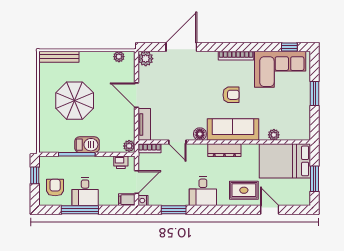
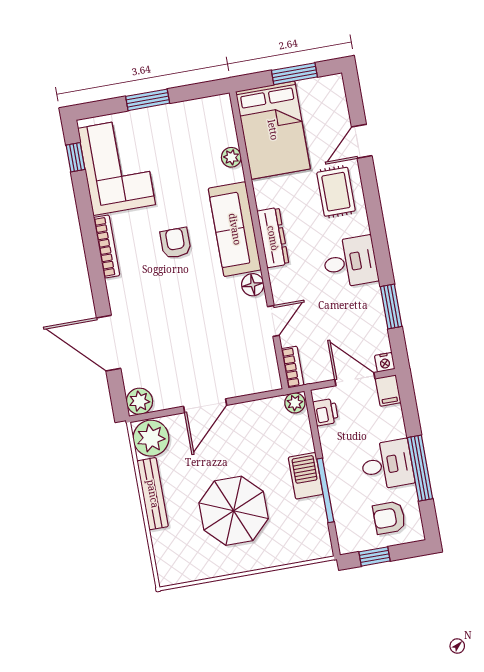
bench: (59, 57) -> (153, 494), moved
plant: (119, 57) -> (151, 438), width x1.87, depth x1.87
tv unit: (144, 124) -> (253, 383), removed

